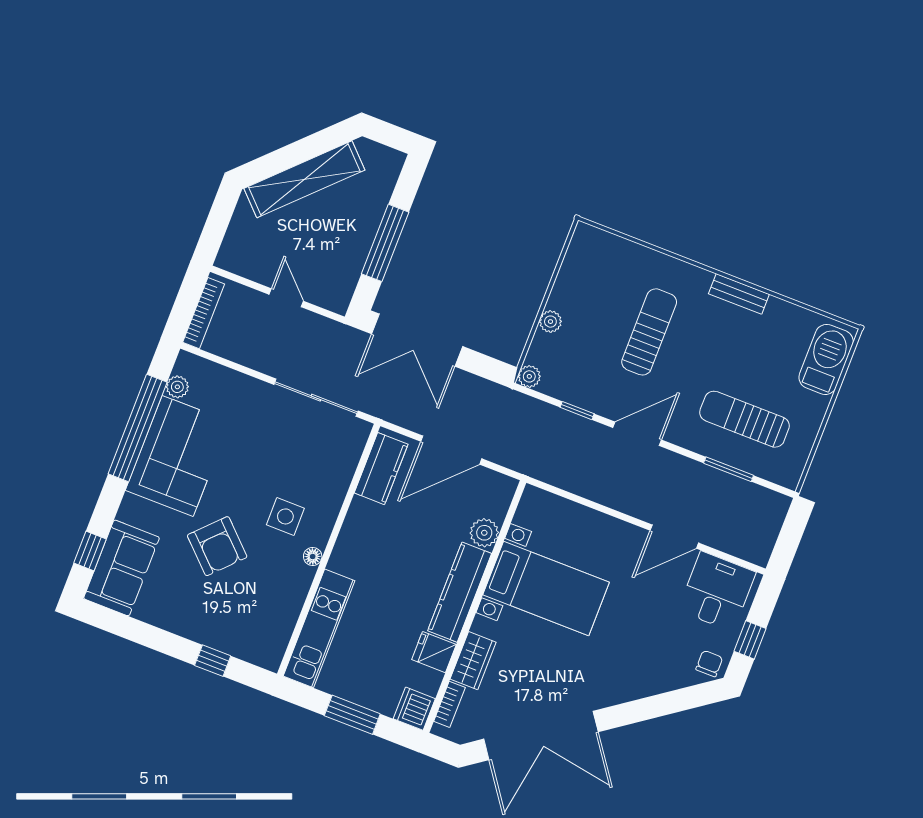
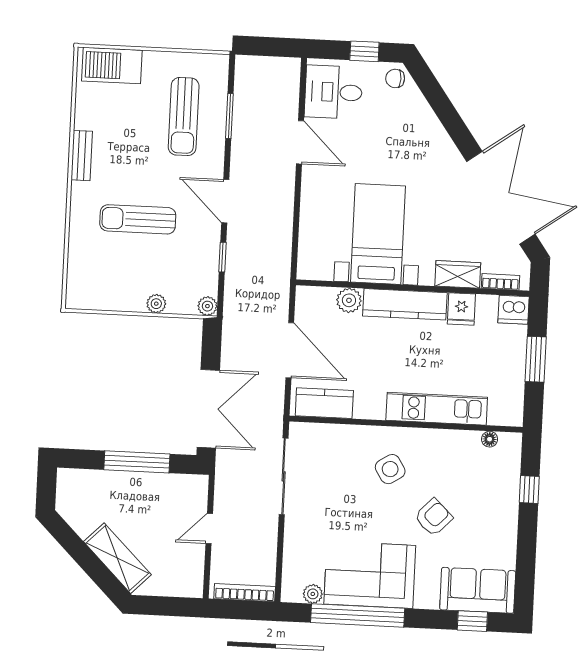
shelving: (304, 179) -> (117, 558), width x0.68
side table: (285, 516) -> (390, 469), turned -32
armchair: (217, 546) -> (433, 517), width x0.72, depth x0.72
floor lamp: (313, 557) -> (490, 439), moved
kitchen unit: (319, 628) -> (437, 409), moved

